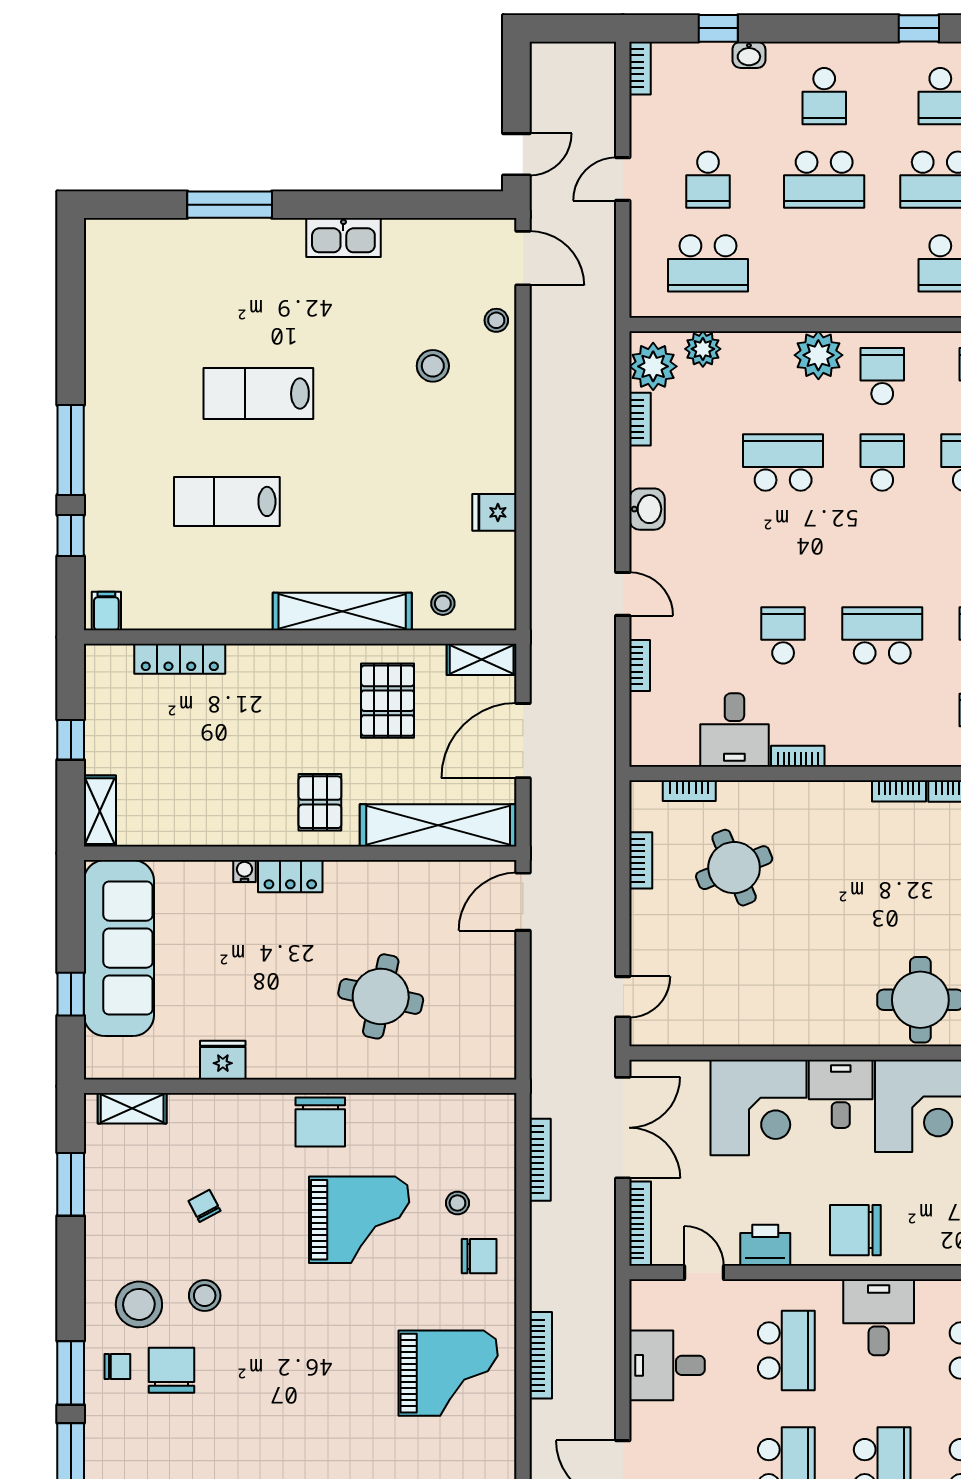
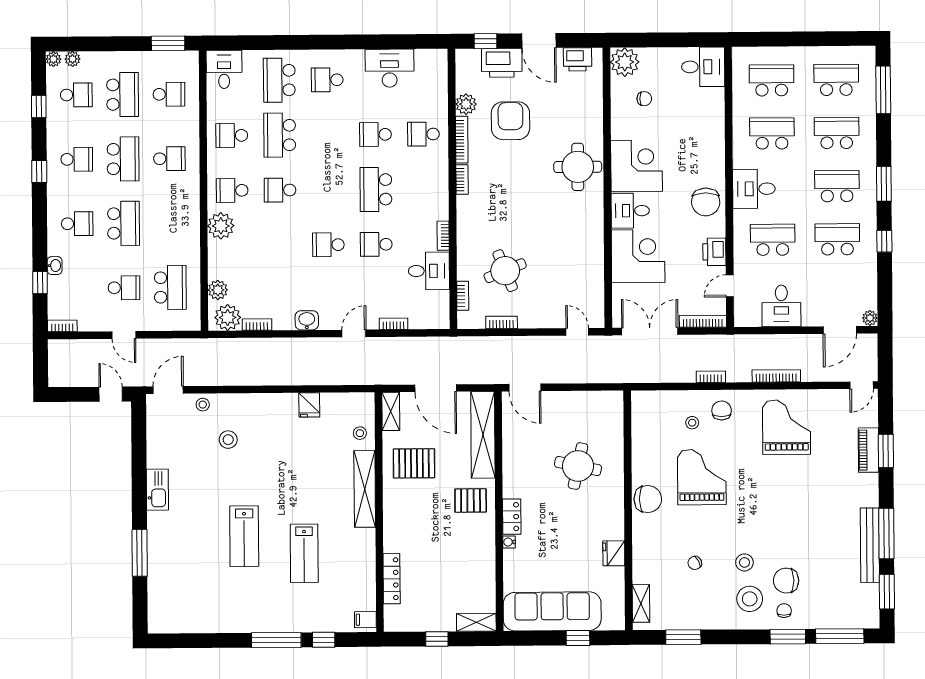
school desk: (783, 463) -> (328, 245), moved, width x0.54
bookcase: (540, 1160) -> (711, 377), moved, width x0.64

